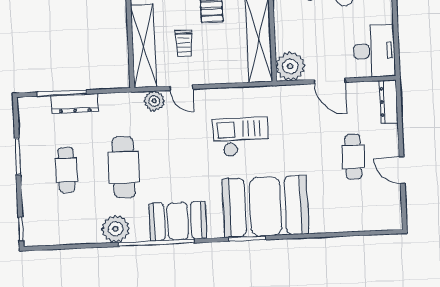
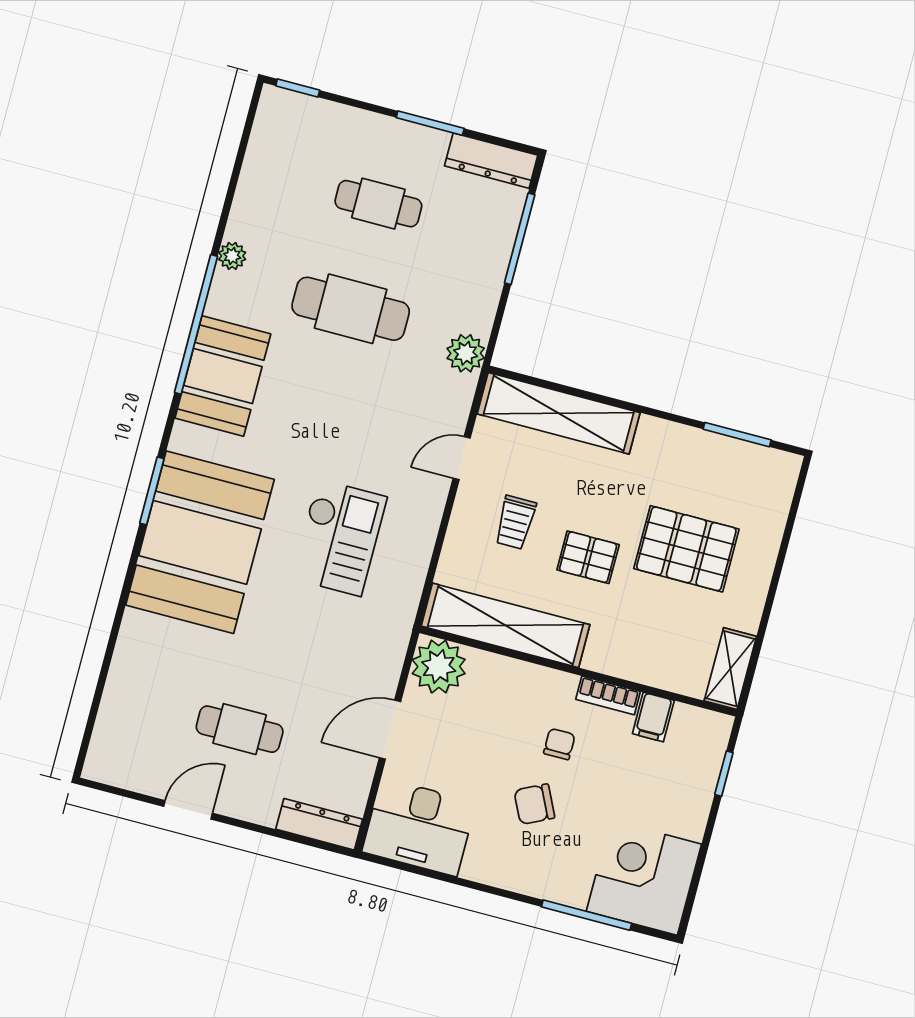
trolley: (184, 43) -> (515, 522), moved, turned -90
plant: (154, 101) -> (466, 353), moved
dresser: (75, 103) -> (491, 161), moved, turned -90
plant: (116, 229) -> (232, 256), width x0.53, depth x0.53

